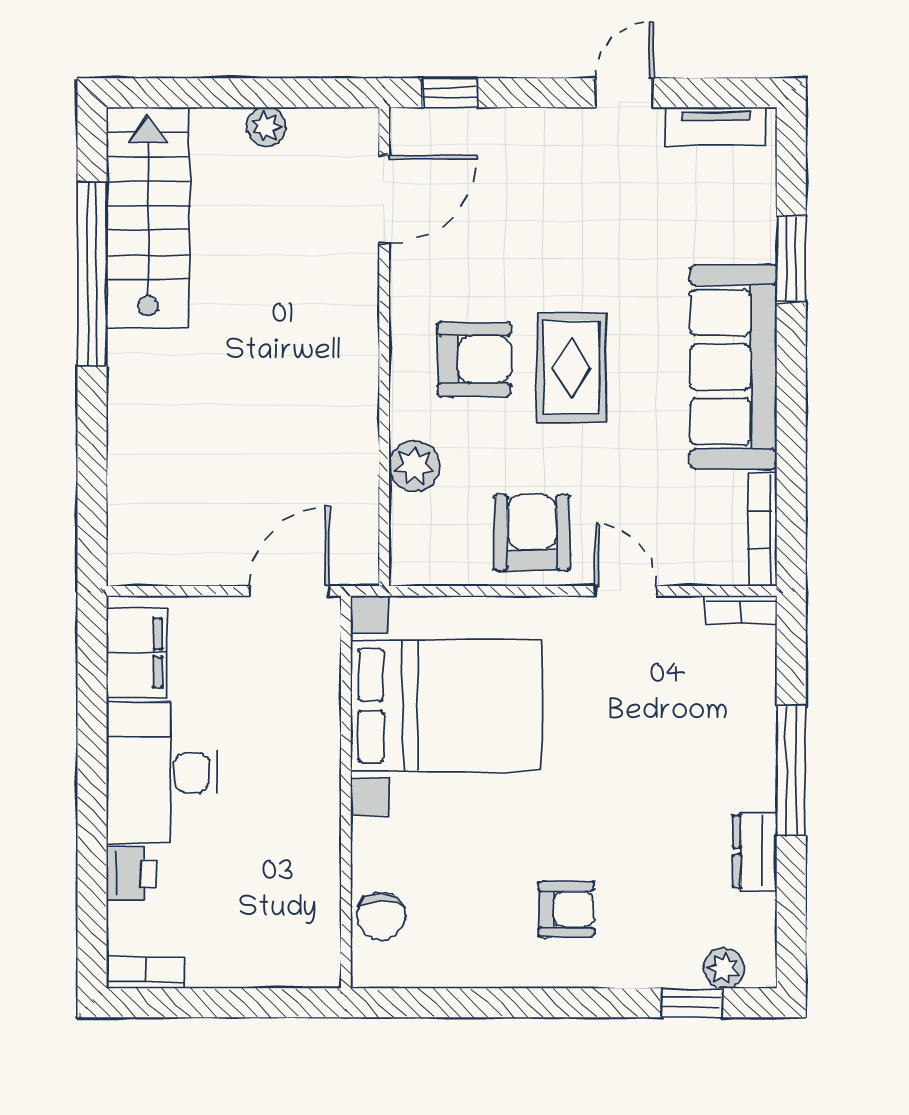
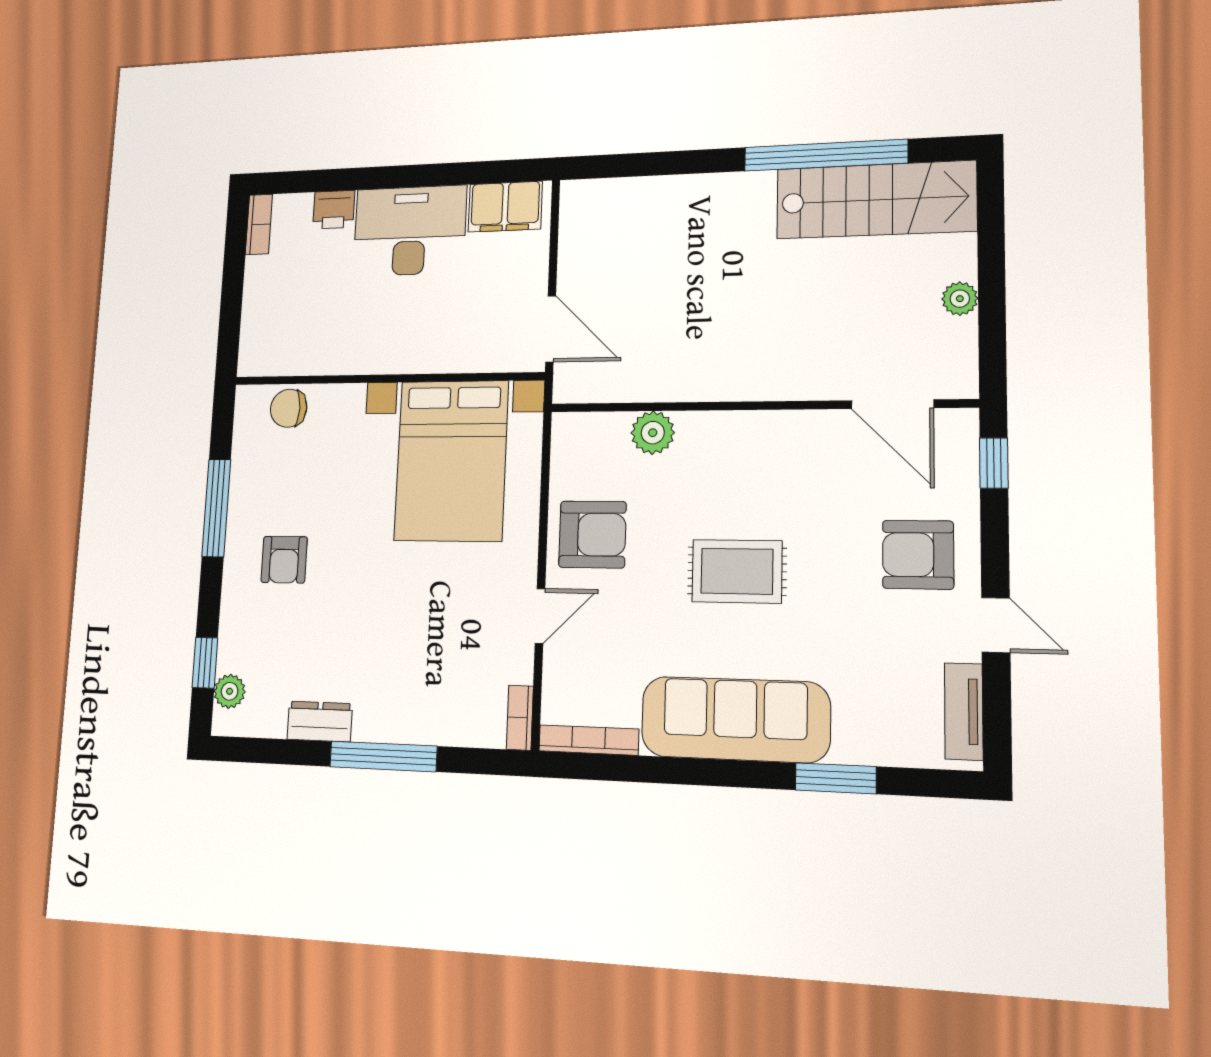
armchair: (474, 359) -> (918, 555), moved, turned 90
window: (504, 1003) -> (216, 508), added

